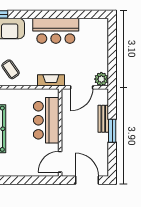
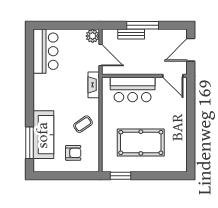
bar counter: (56, 31) -> (45, 51), moved
window: (112, 131) -> (143, 25), width x1.44

